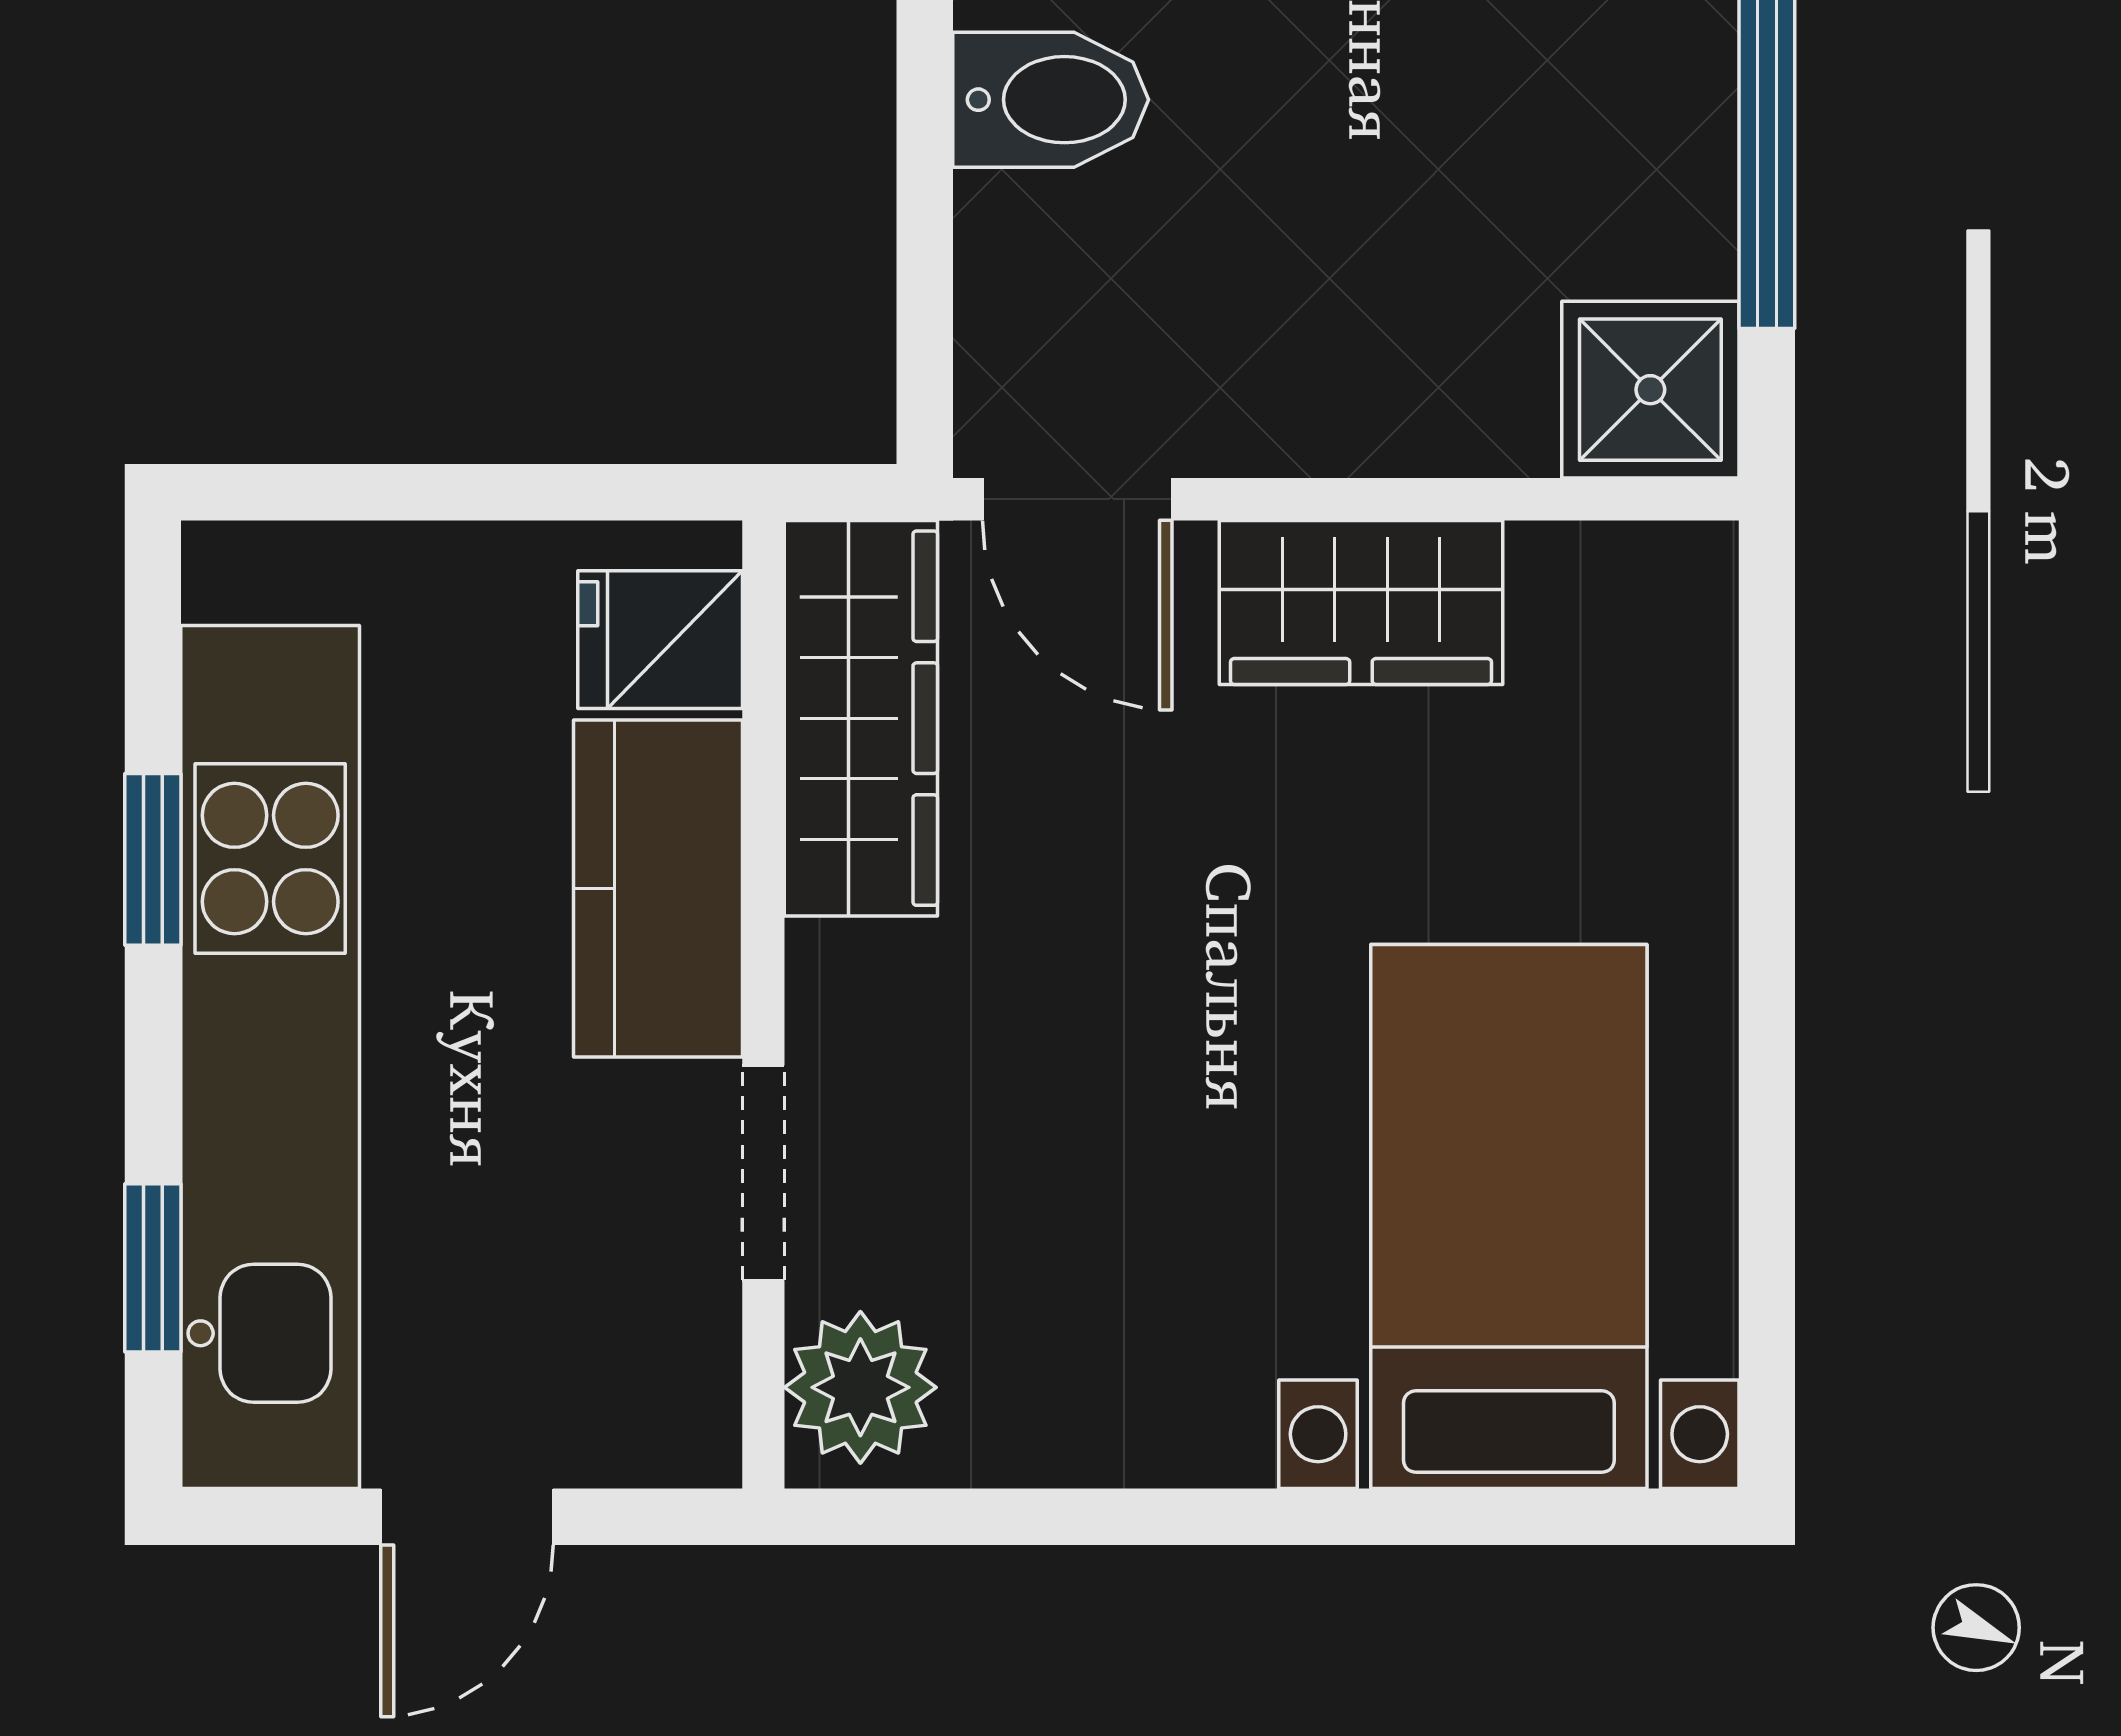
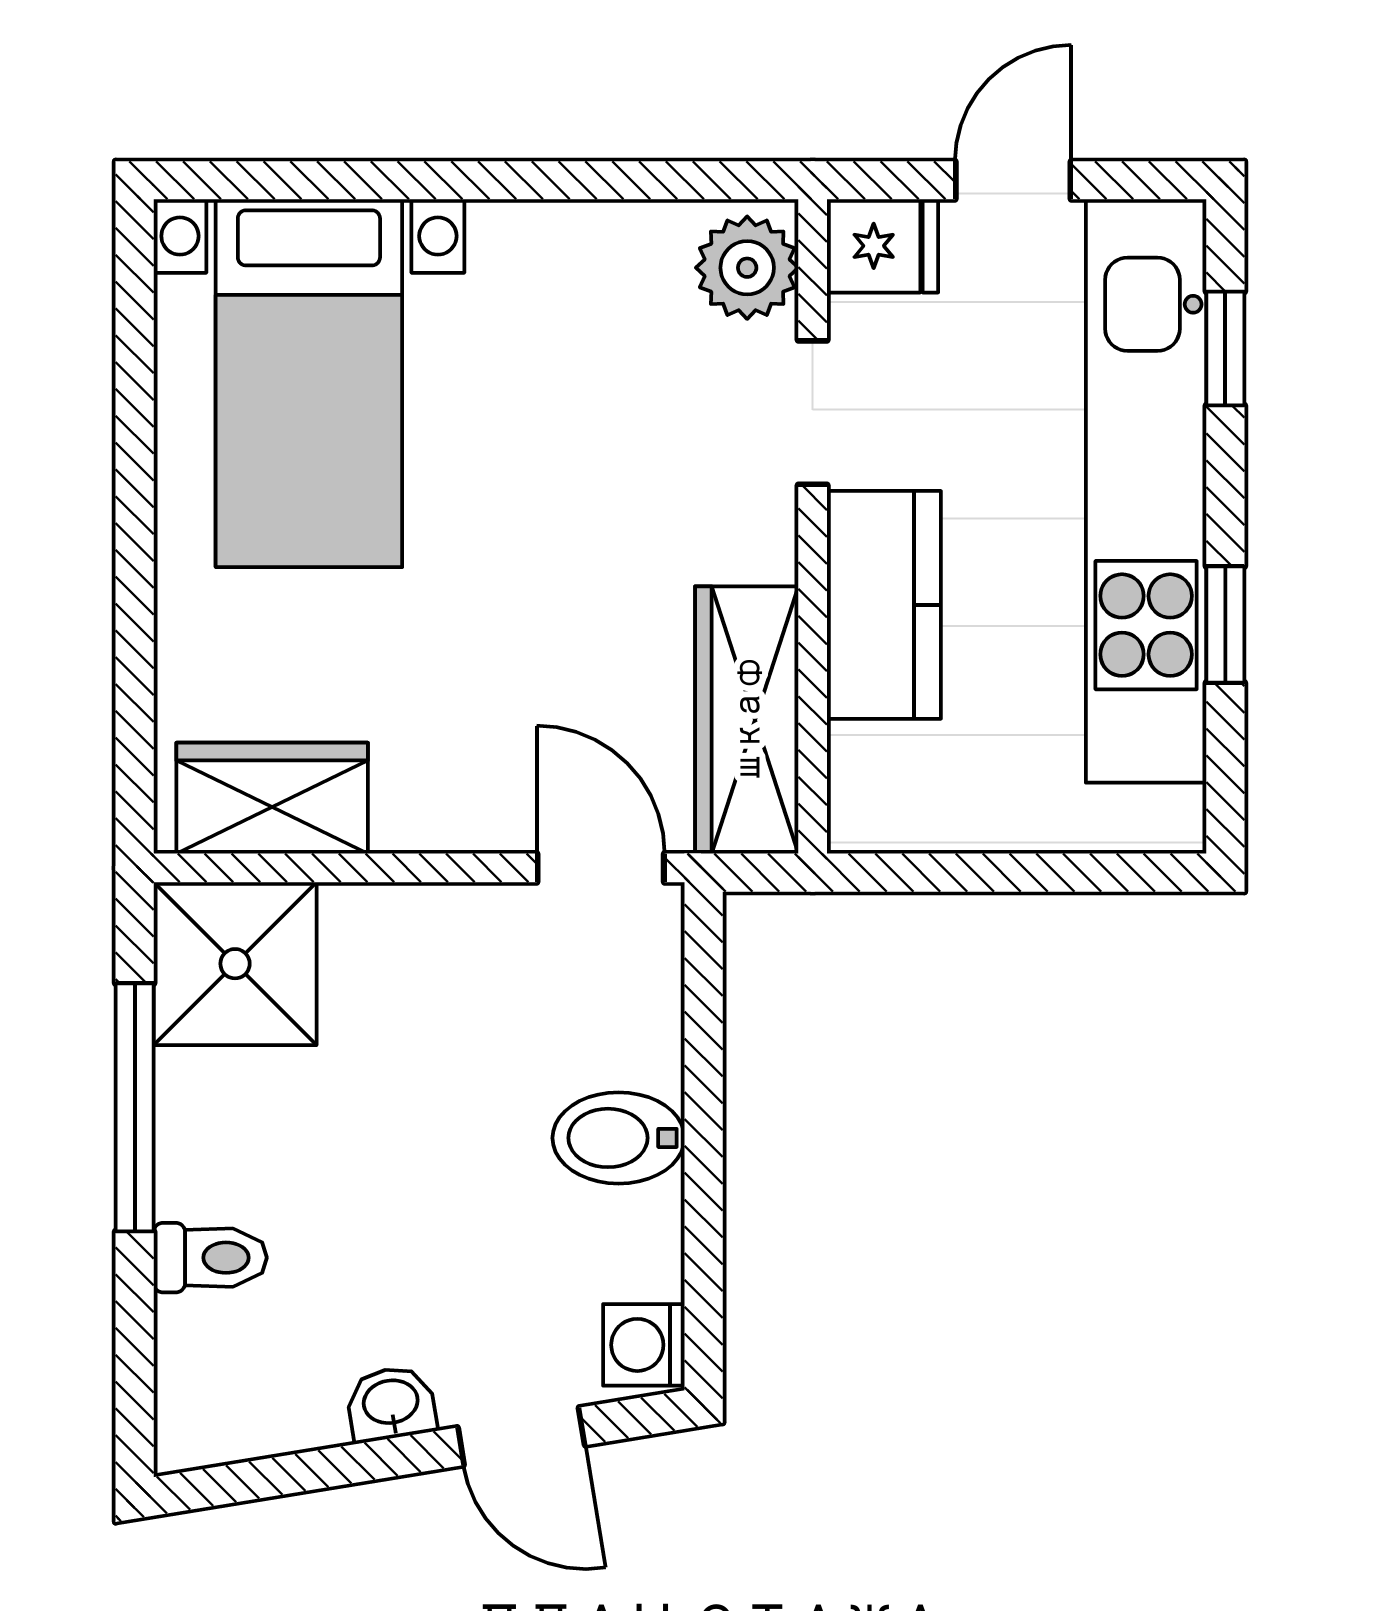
shower: (1650, 390) -> (235, 964), width x1.36, depth x1.36
wardrobe: (1361, 602) -> (272, 798), moved
fridge: (660, 640) -> (883, 246), moved

